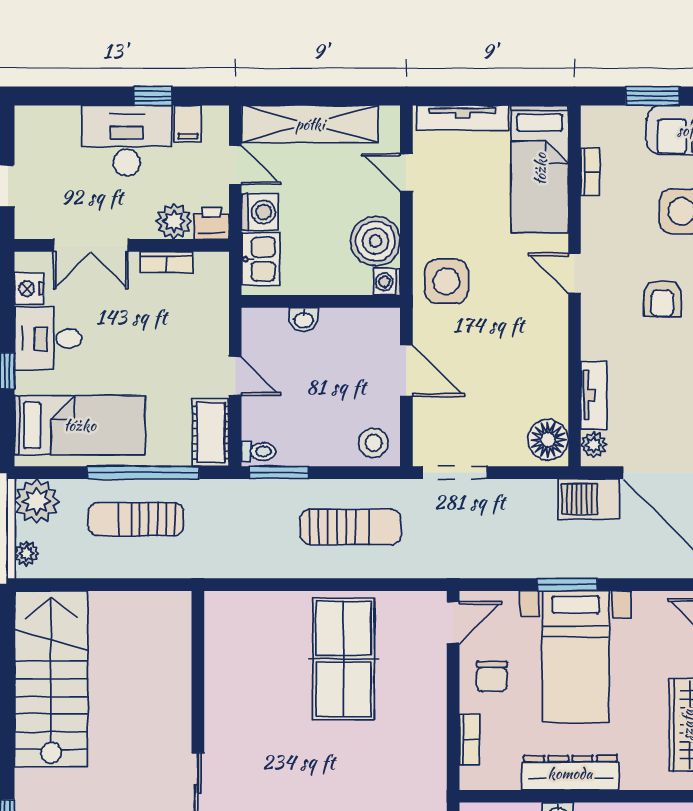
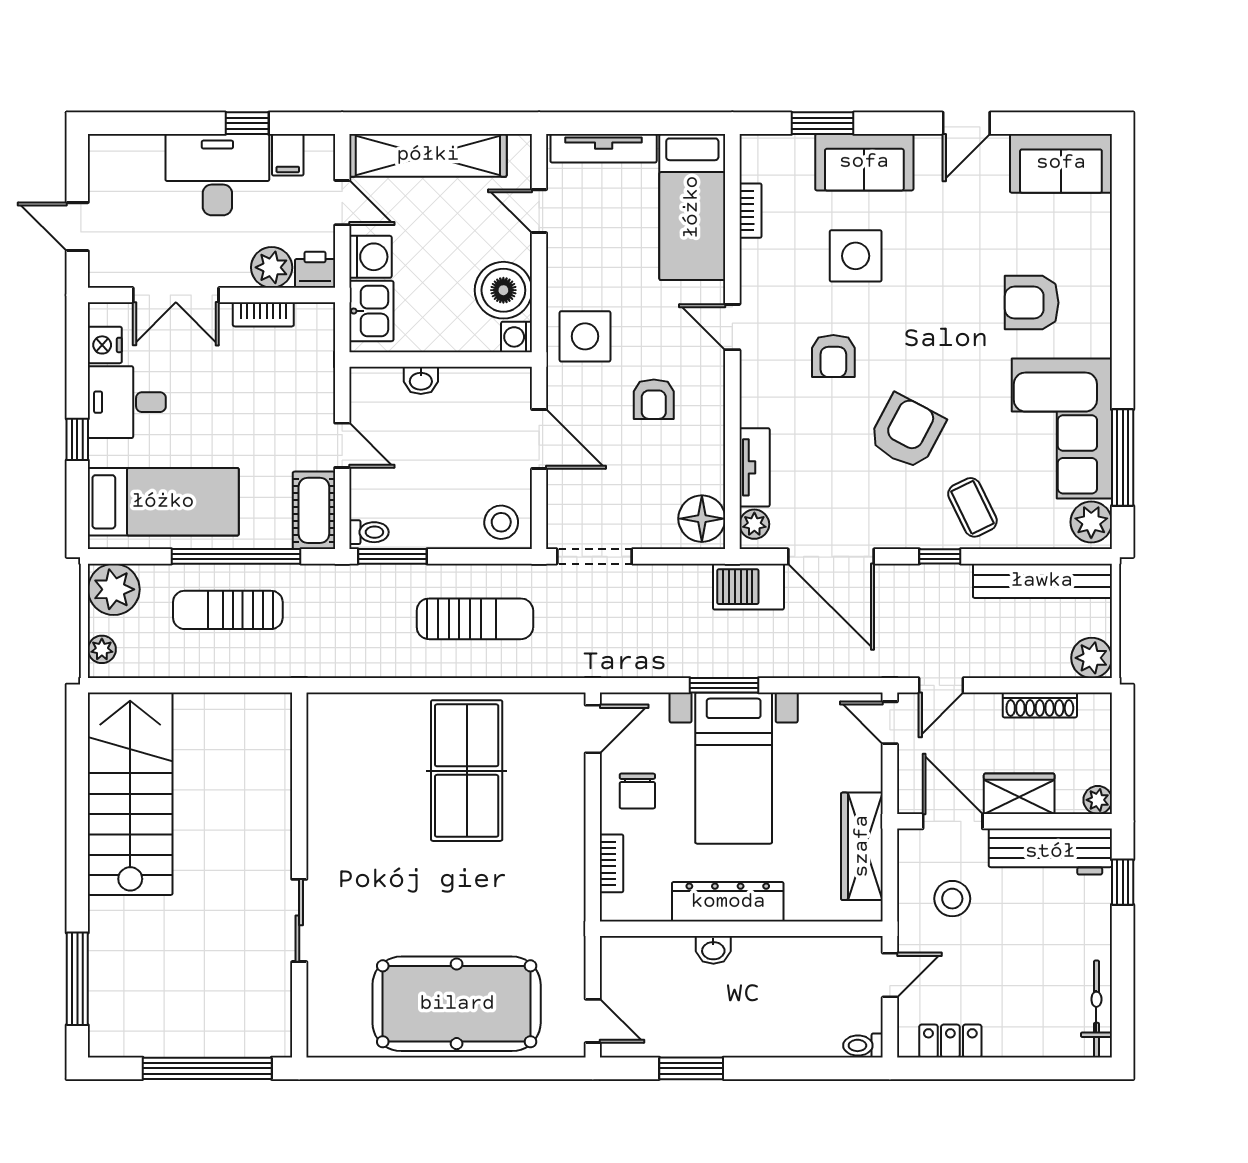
armchair: (506, 336) -> (654, 399), added

